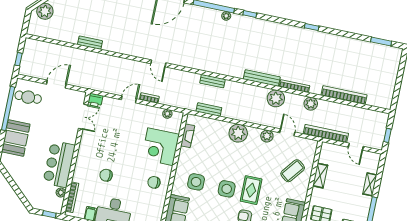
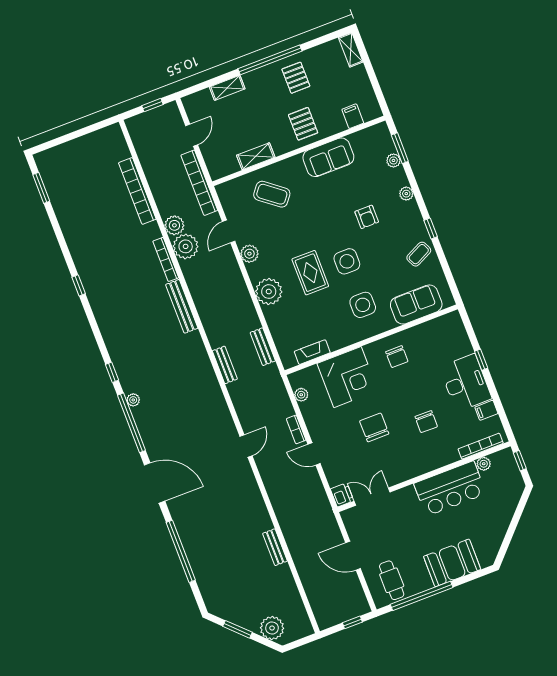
plant: (276, 98) -> (186, 246), moved
chair: (122, 143) -> (374, 427), added
rug: (251, 190) -> (310, 273), moved, turned 90

